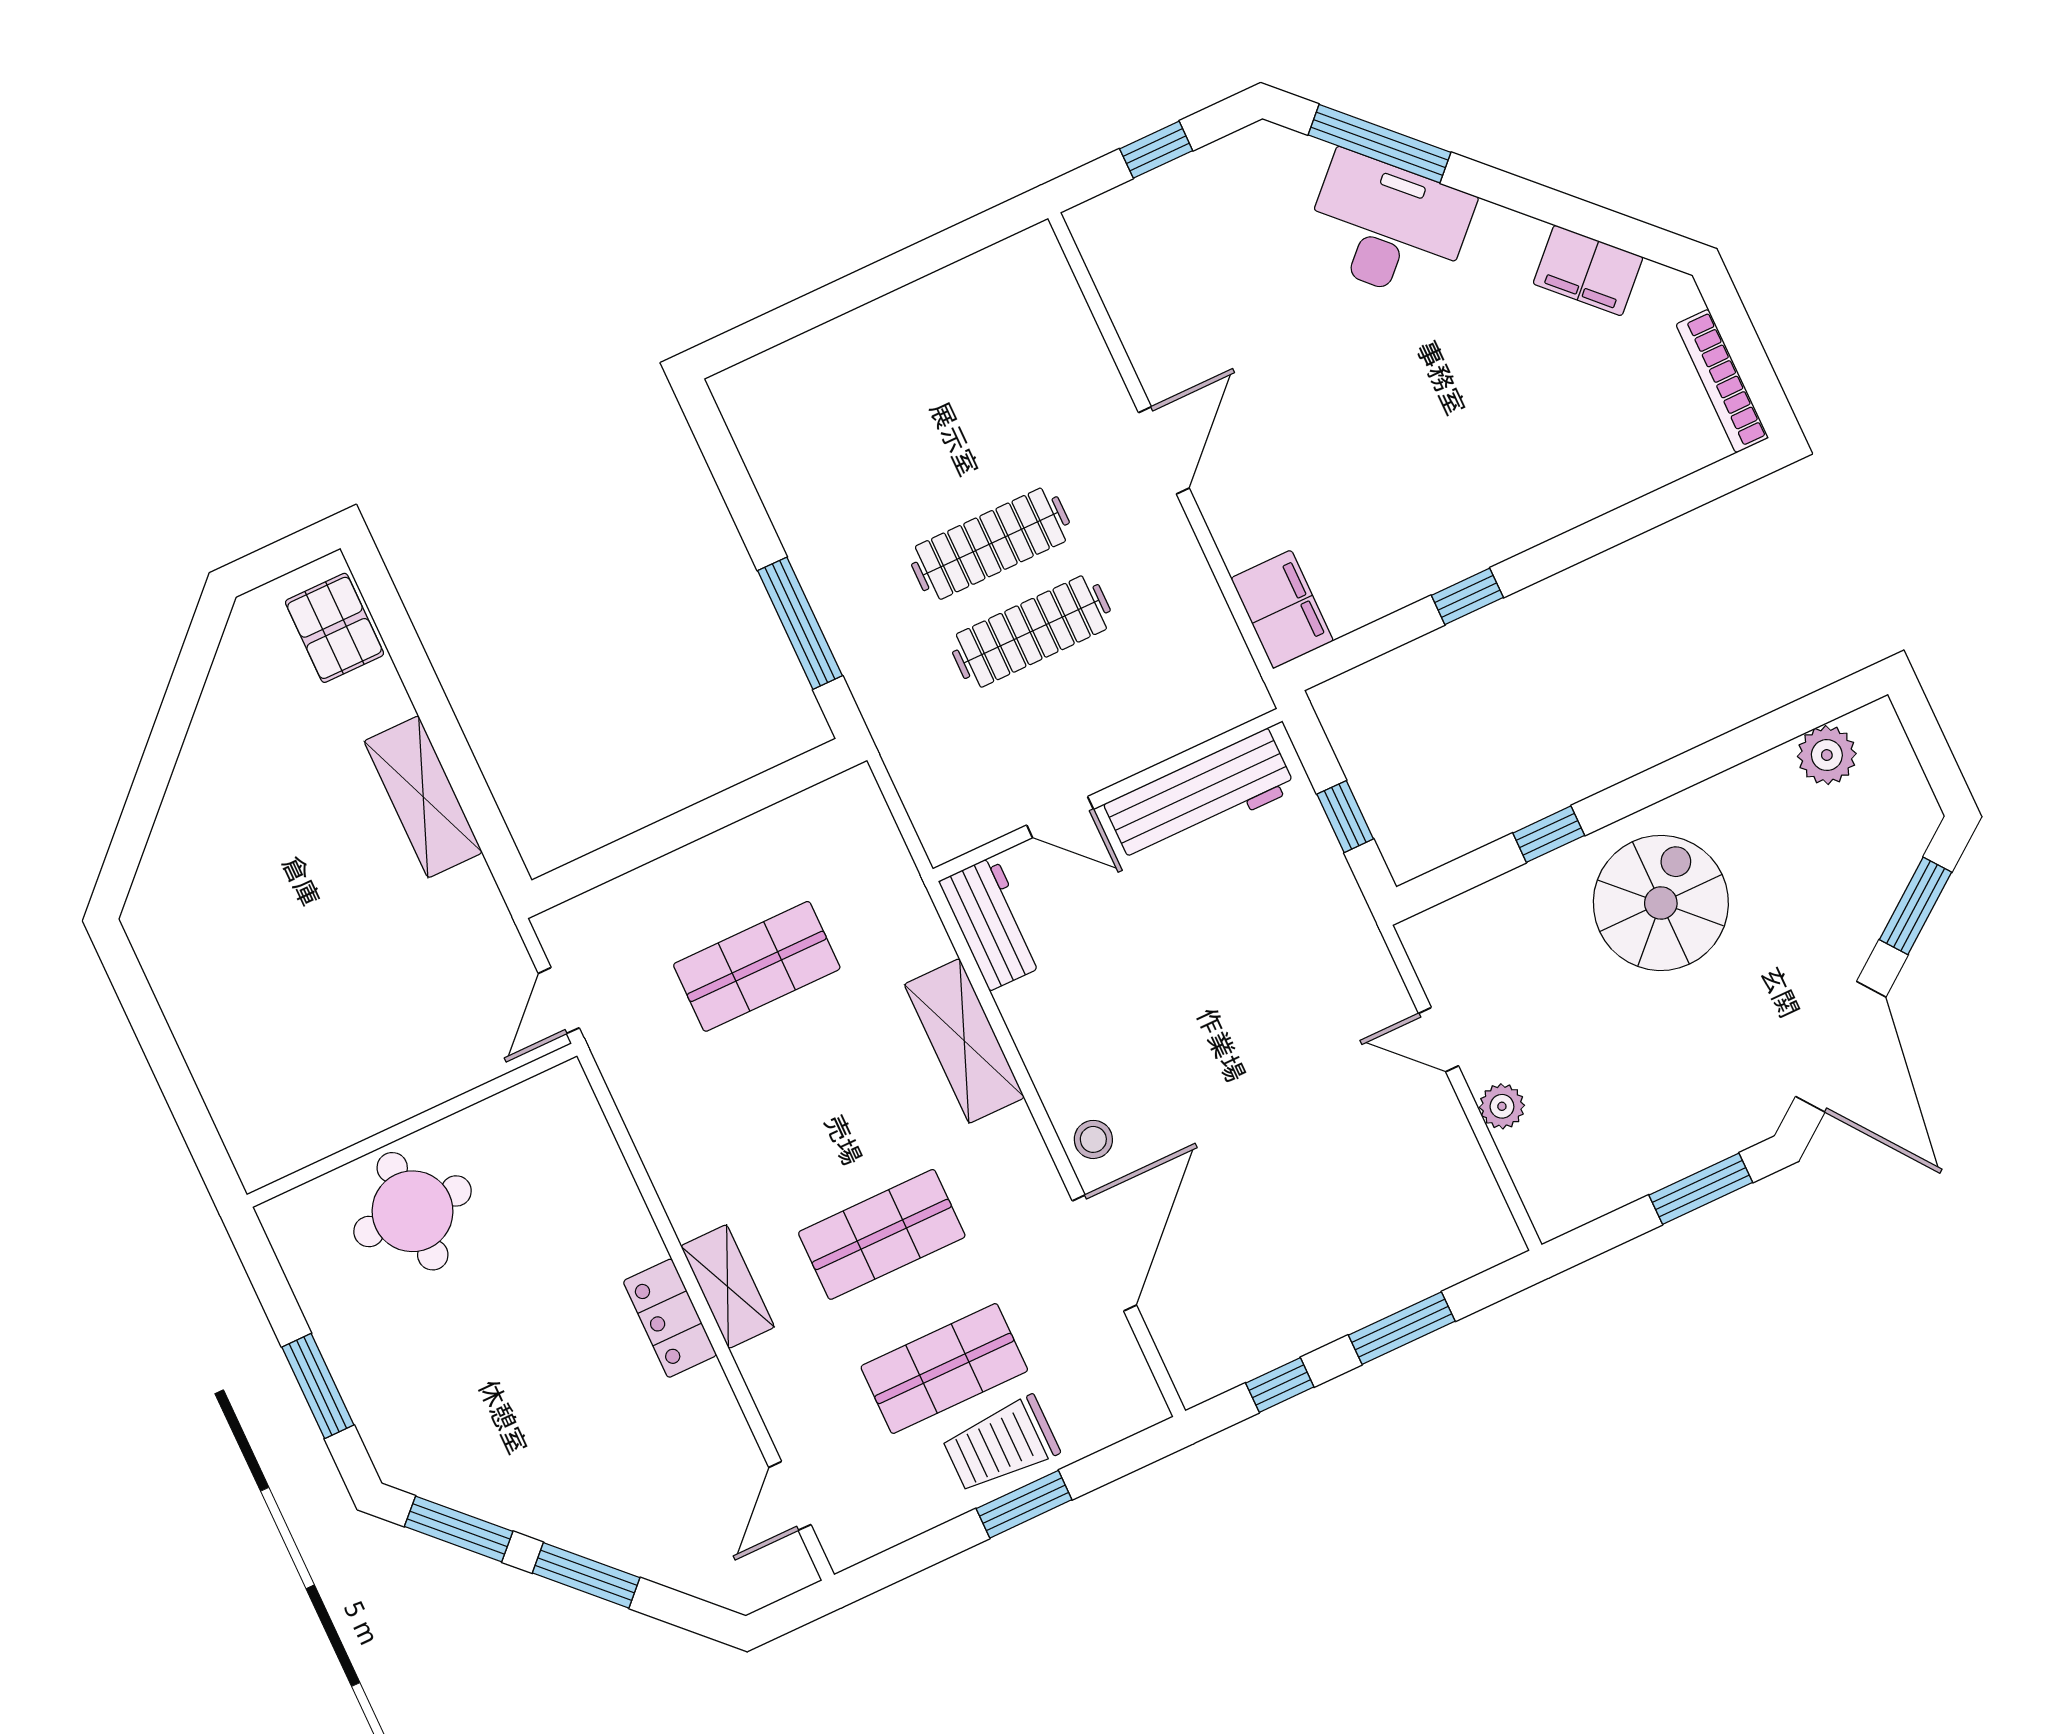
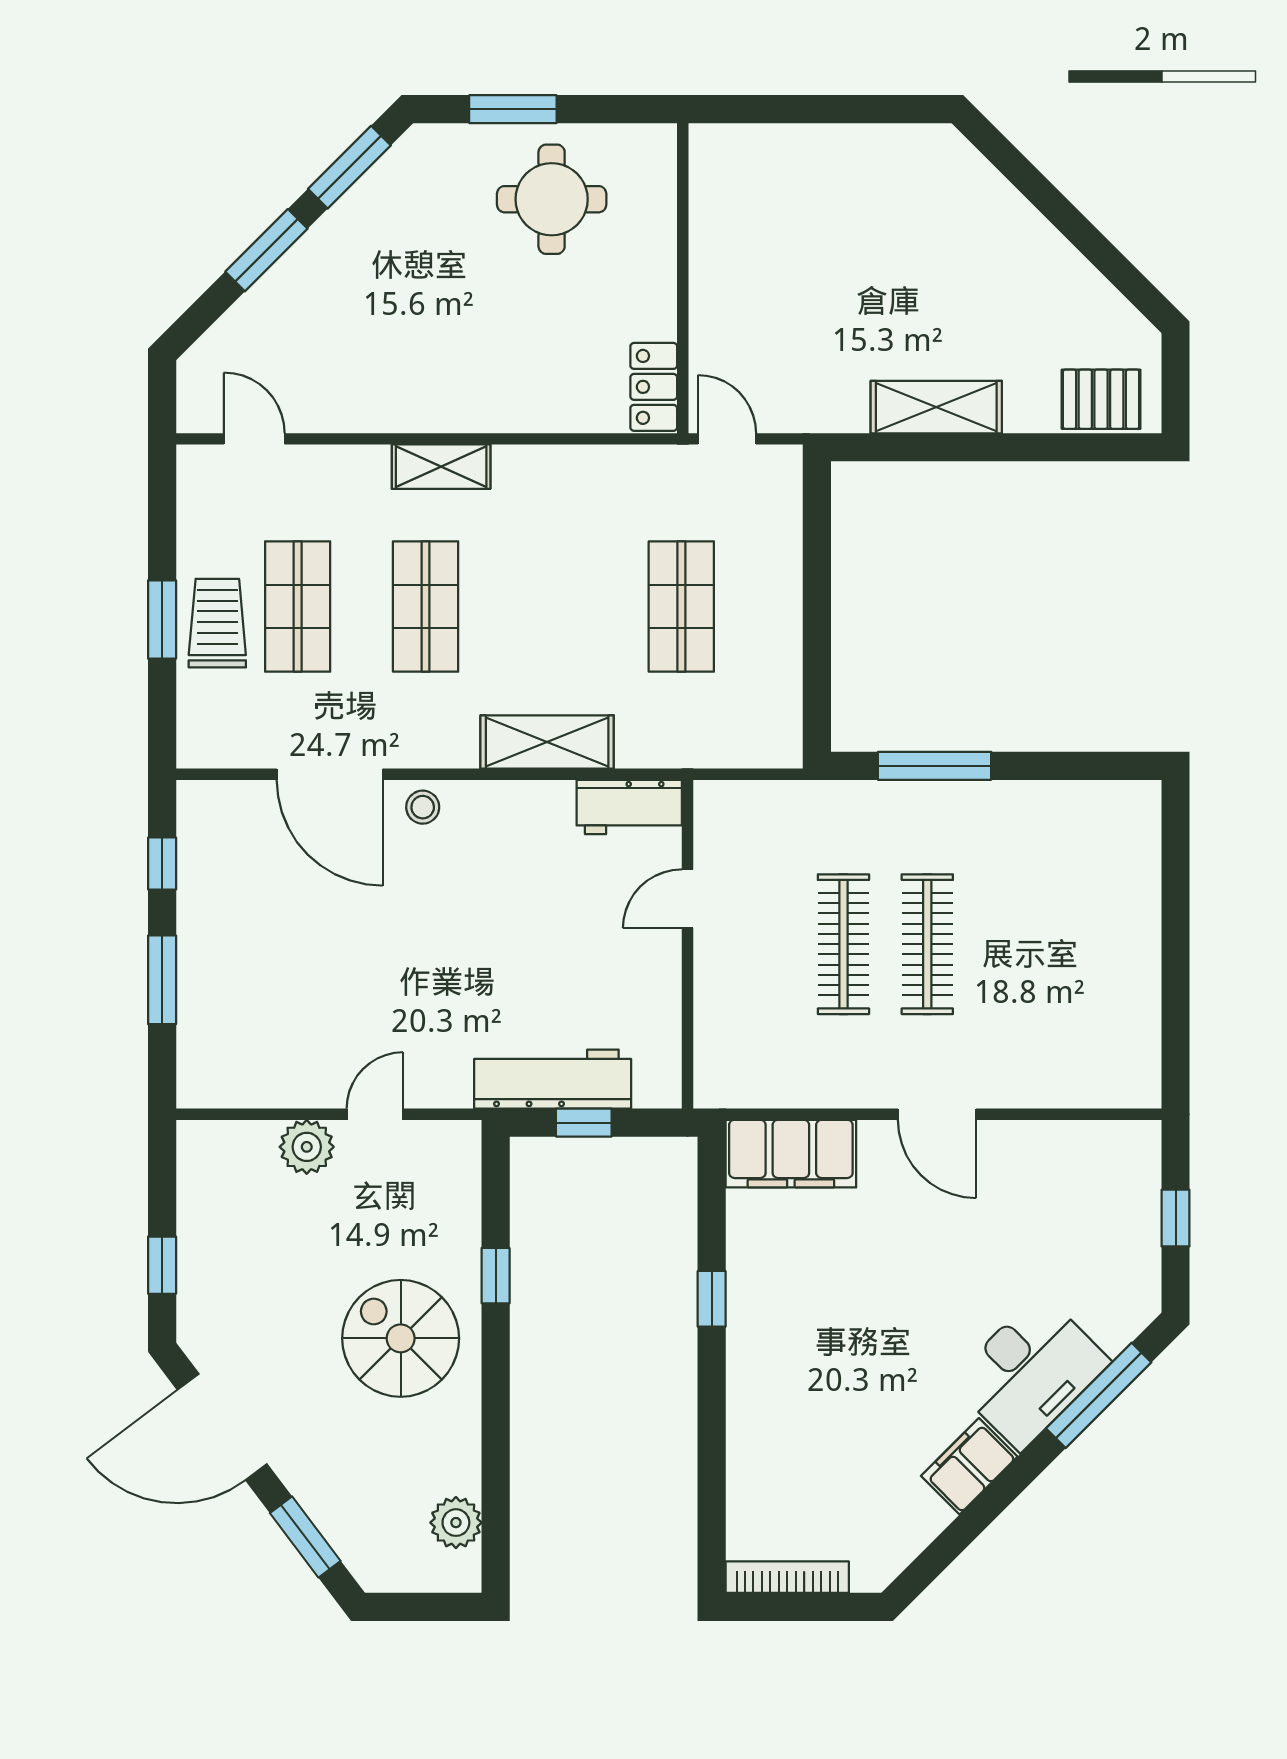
filing cabinet: (1588, 270) -> (969, 1466), moved
filing cabinet: (1282, 609) -> (791, 1154), width x1.50, depth x1.17
workbench: (1200, 797) -> (553, 1079), moved, turned 90
spiral stairs: (1661, 903) -> (401, 1338), turned 180
plant: (1502, 1106) -> (307, 1147), width x1.38, depth x1.38
window: (1701, 1189) -> (162, 1265), width x0.67
round table: (412, 1211) -> (552, 199), moved
locker: (670, 1318) -> (654, 387), moved, turned -90

